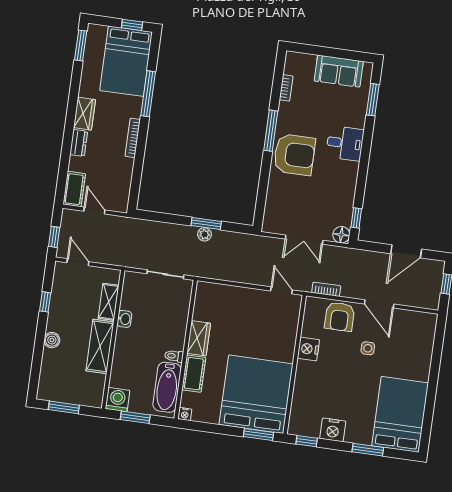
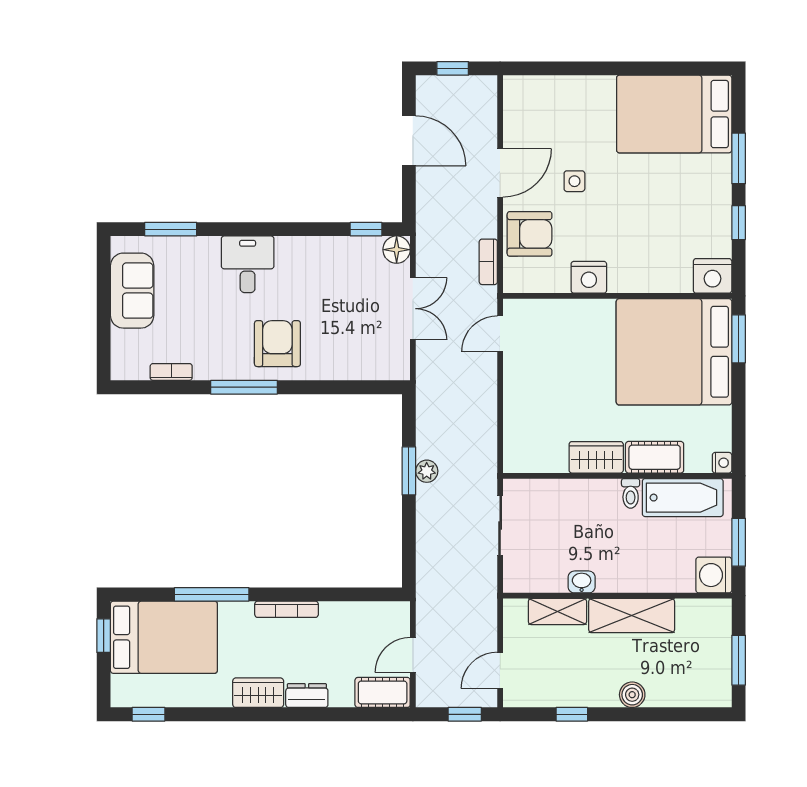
window: (81, 45) -> (149, 714), width x0.67
armchair: (294, 155) -> (277, 344), width x0.73, depth x0.73
nightstand: (333, 430) -> (713, 276), moved, turned 90
window: (307, 441) -> (739, 223), moved

